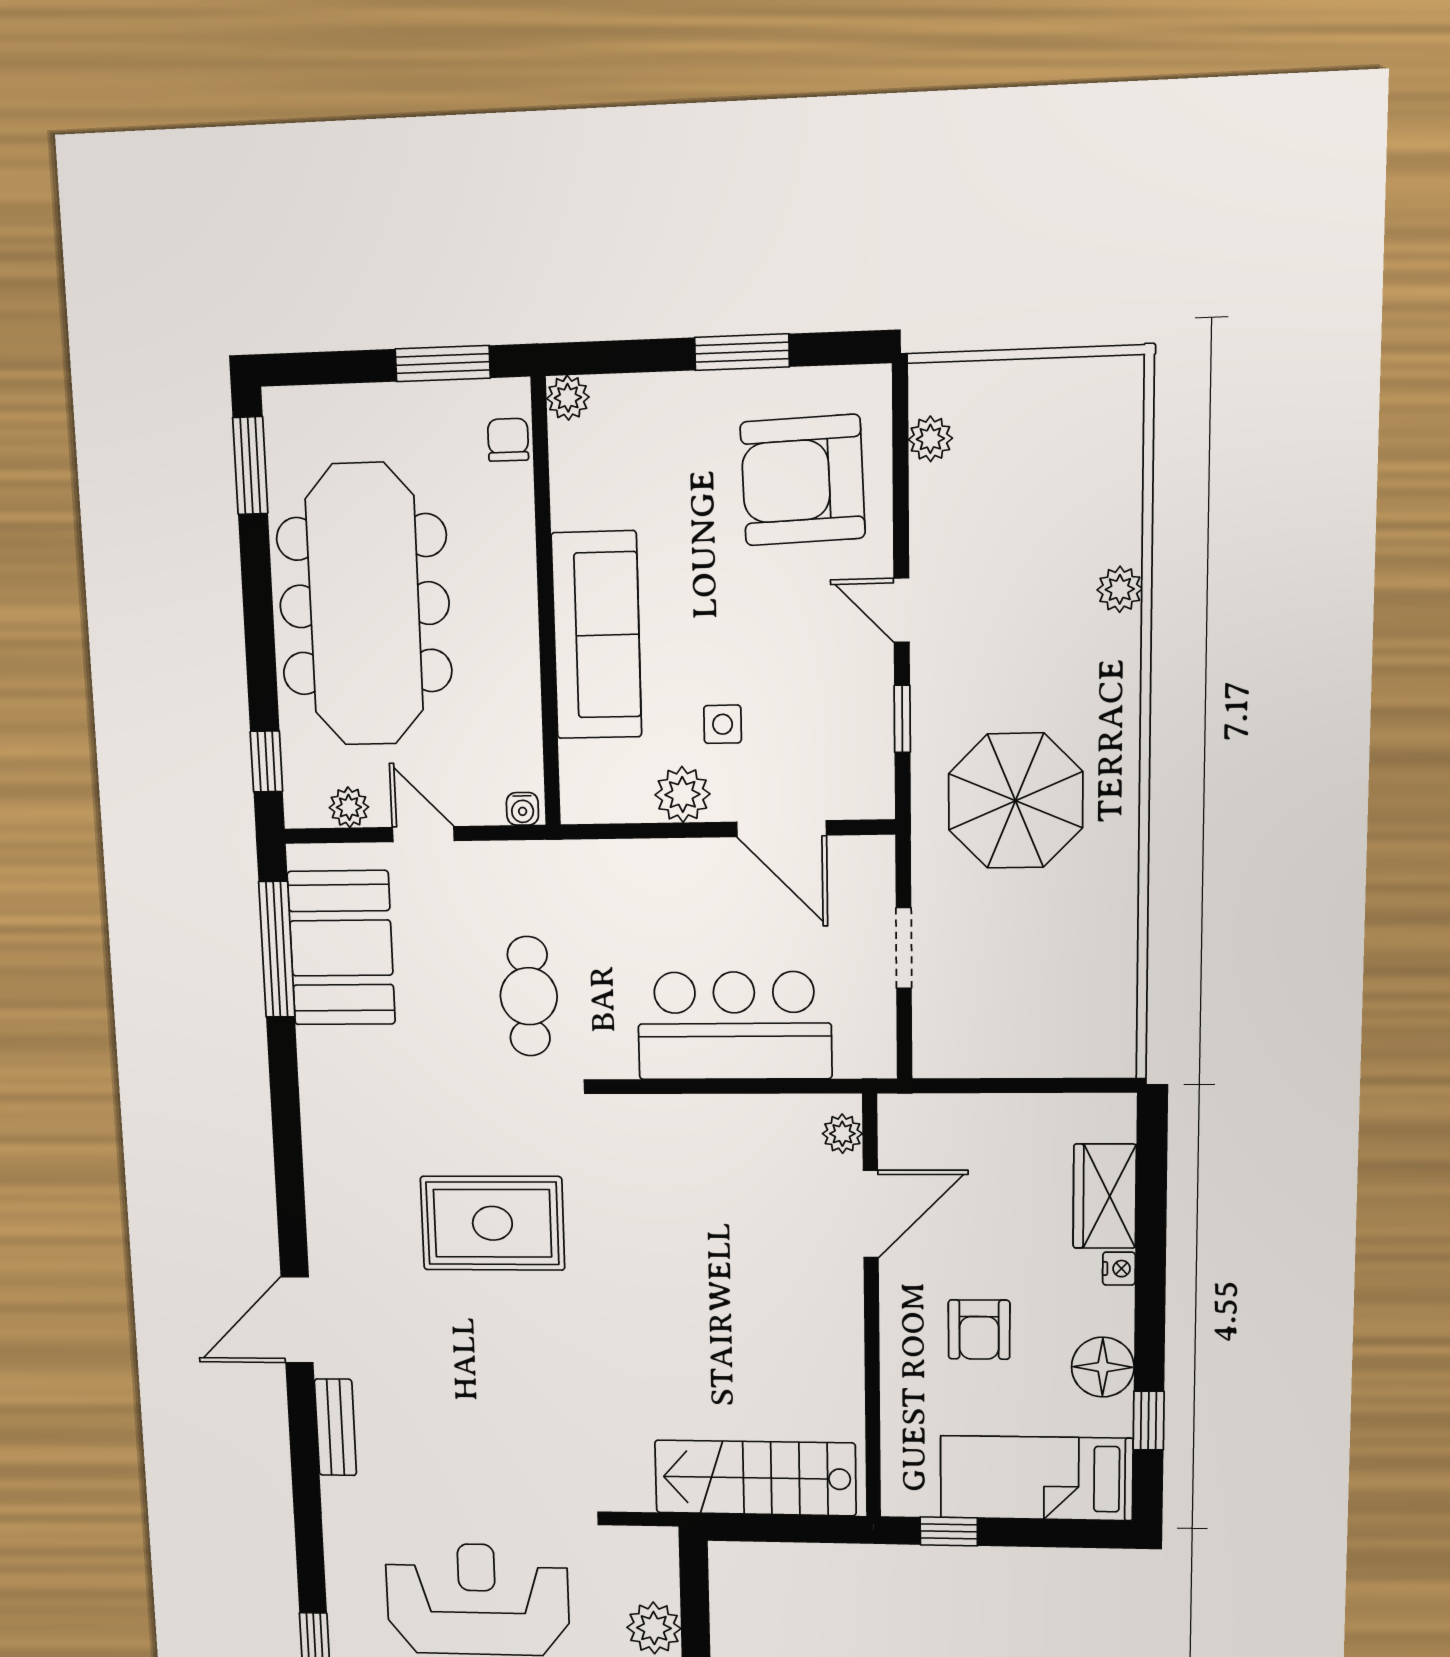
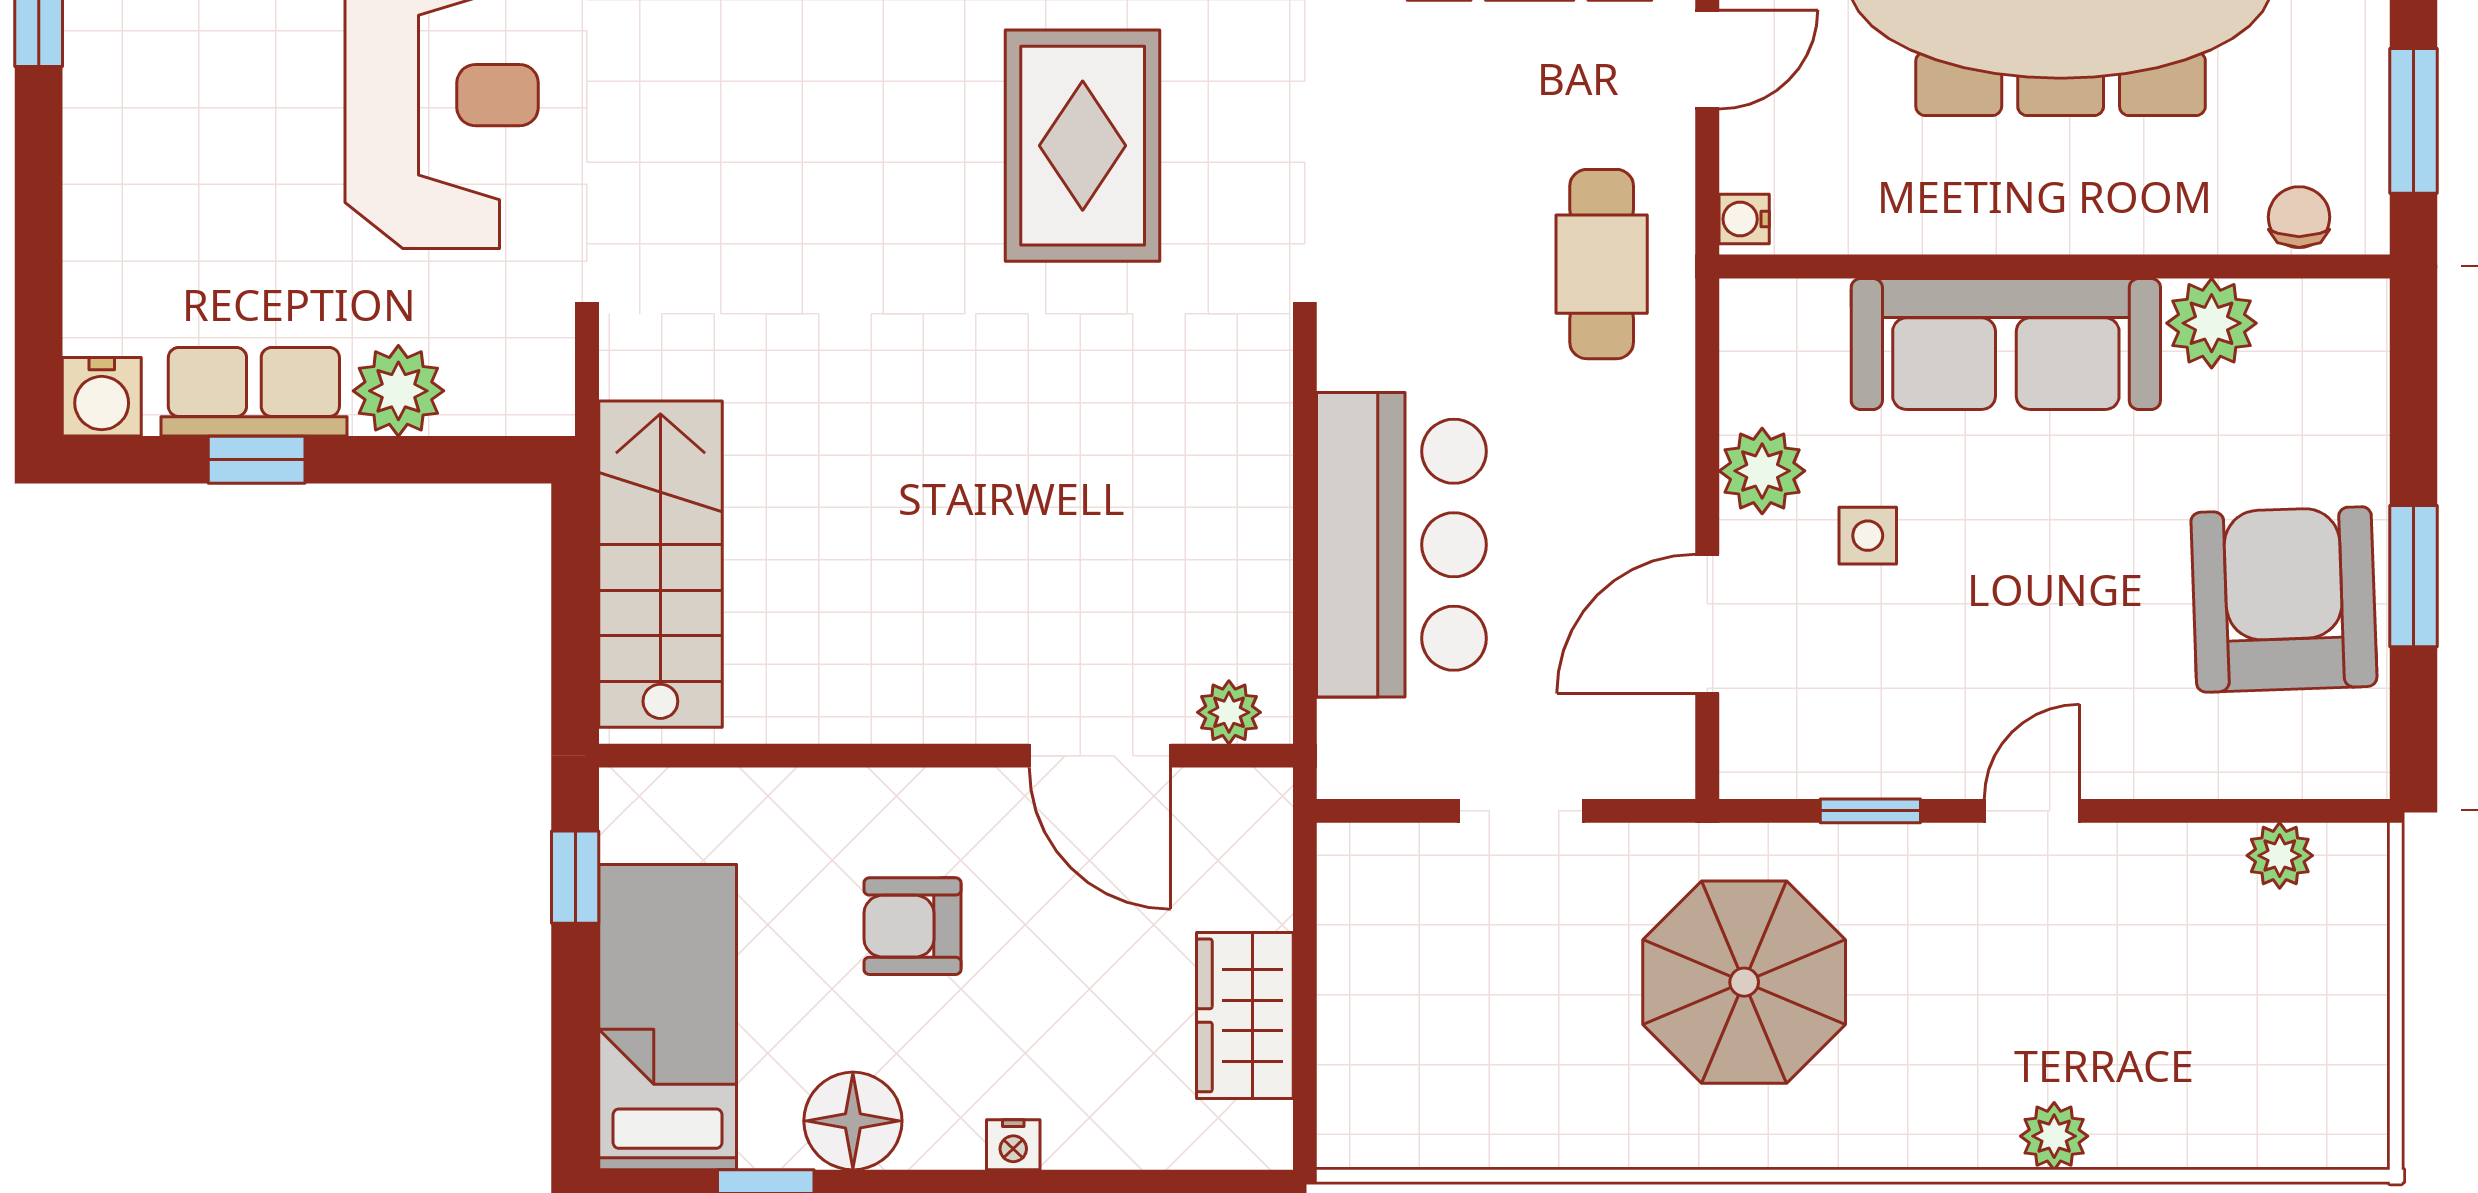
plant: (568, 398) -> (2212, 323), moved, width x1.38, depth x1.38
chair: (508, 440) -> (2299, 217), turned -90
armchair: (803, 480) -> (2284, 599), moved
cafe table: (529, 996) -> (1602, 264), moved, turned 90
wardrobe: (1105, 1196) -> (1245, 1015), moved, turned -90

